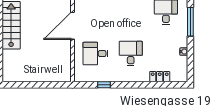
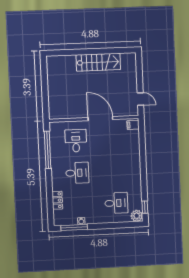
window: (190, 22) -> (74, 227), moved
window: (104, 85) -> (48, 150), width x3.17

